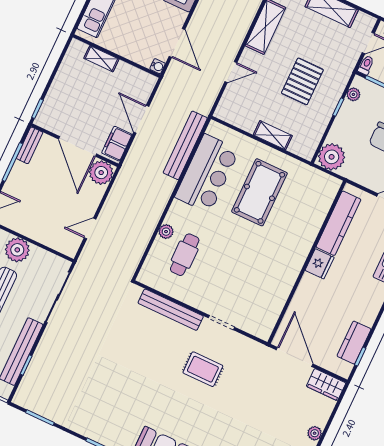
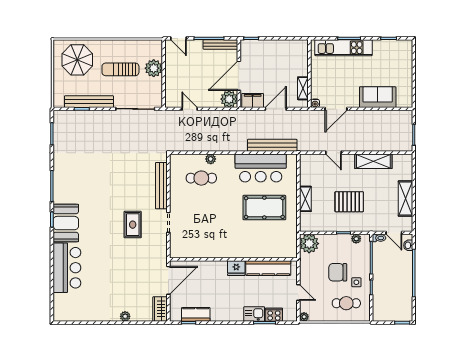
shelving: (101, 59) -> (303, 88), moved
bench: (30, 145) -> (220, 44), width x1.36

